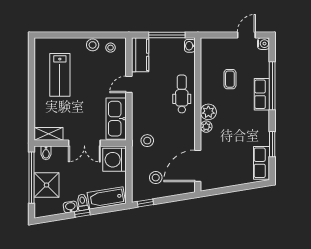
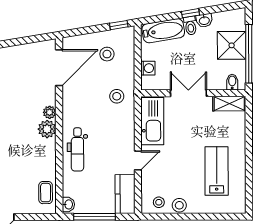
coffee table: (230, 79) -> (46, 193), moved
washing machine: (115, 160) -> (148, 68), width x0.53, depth x0.53

